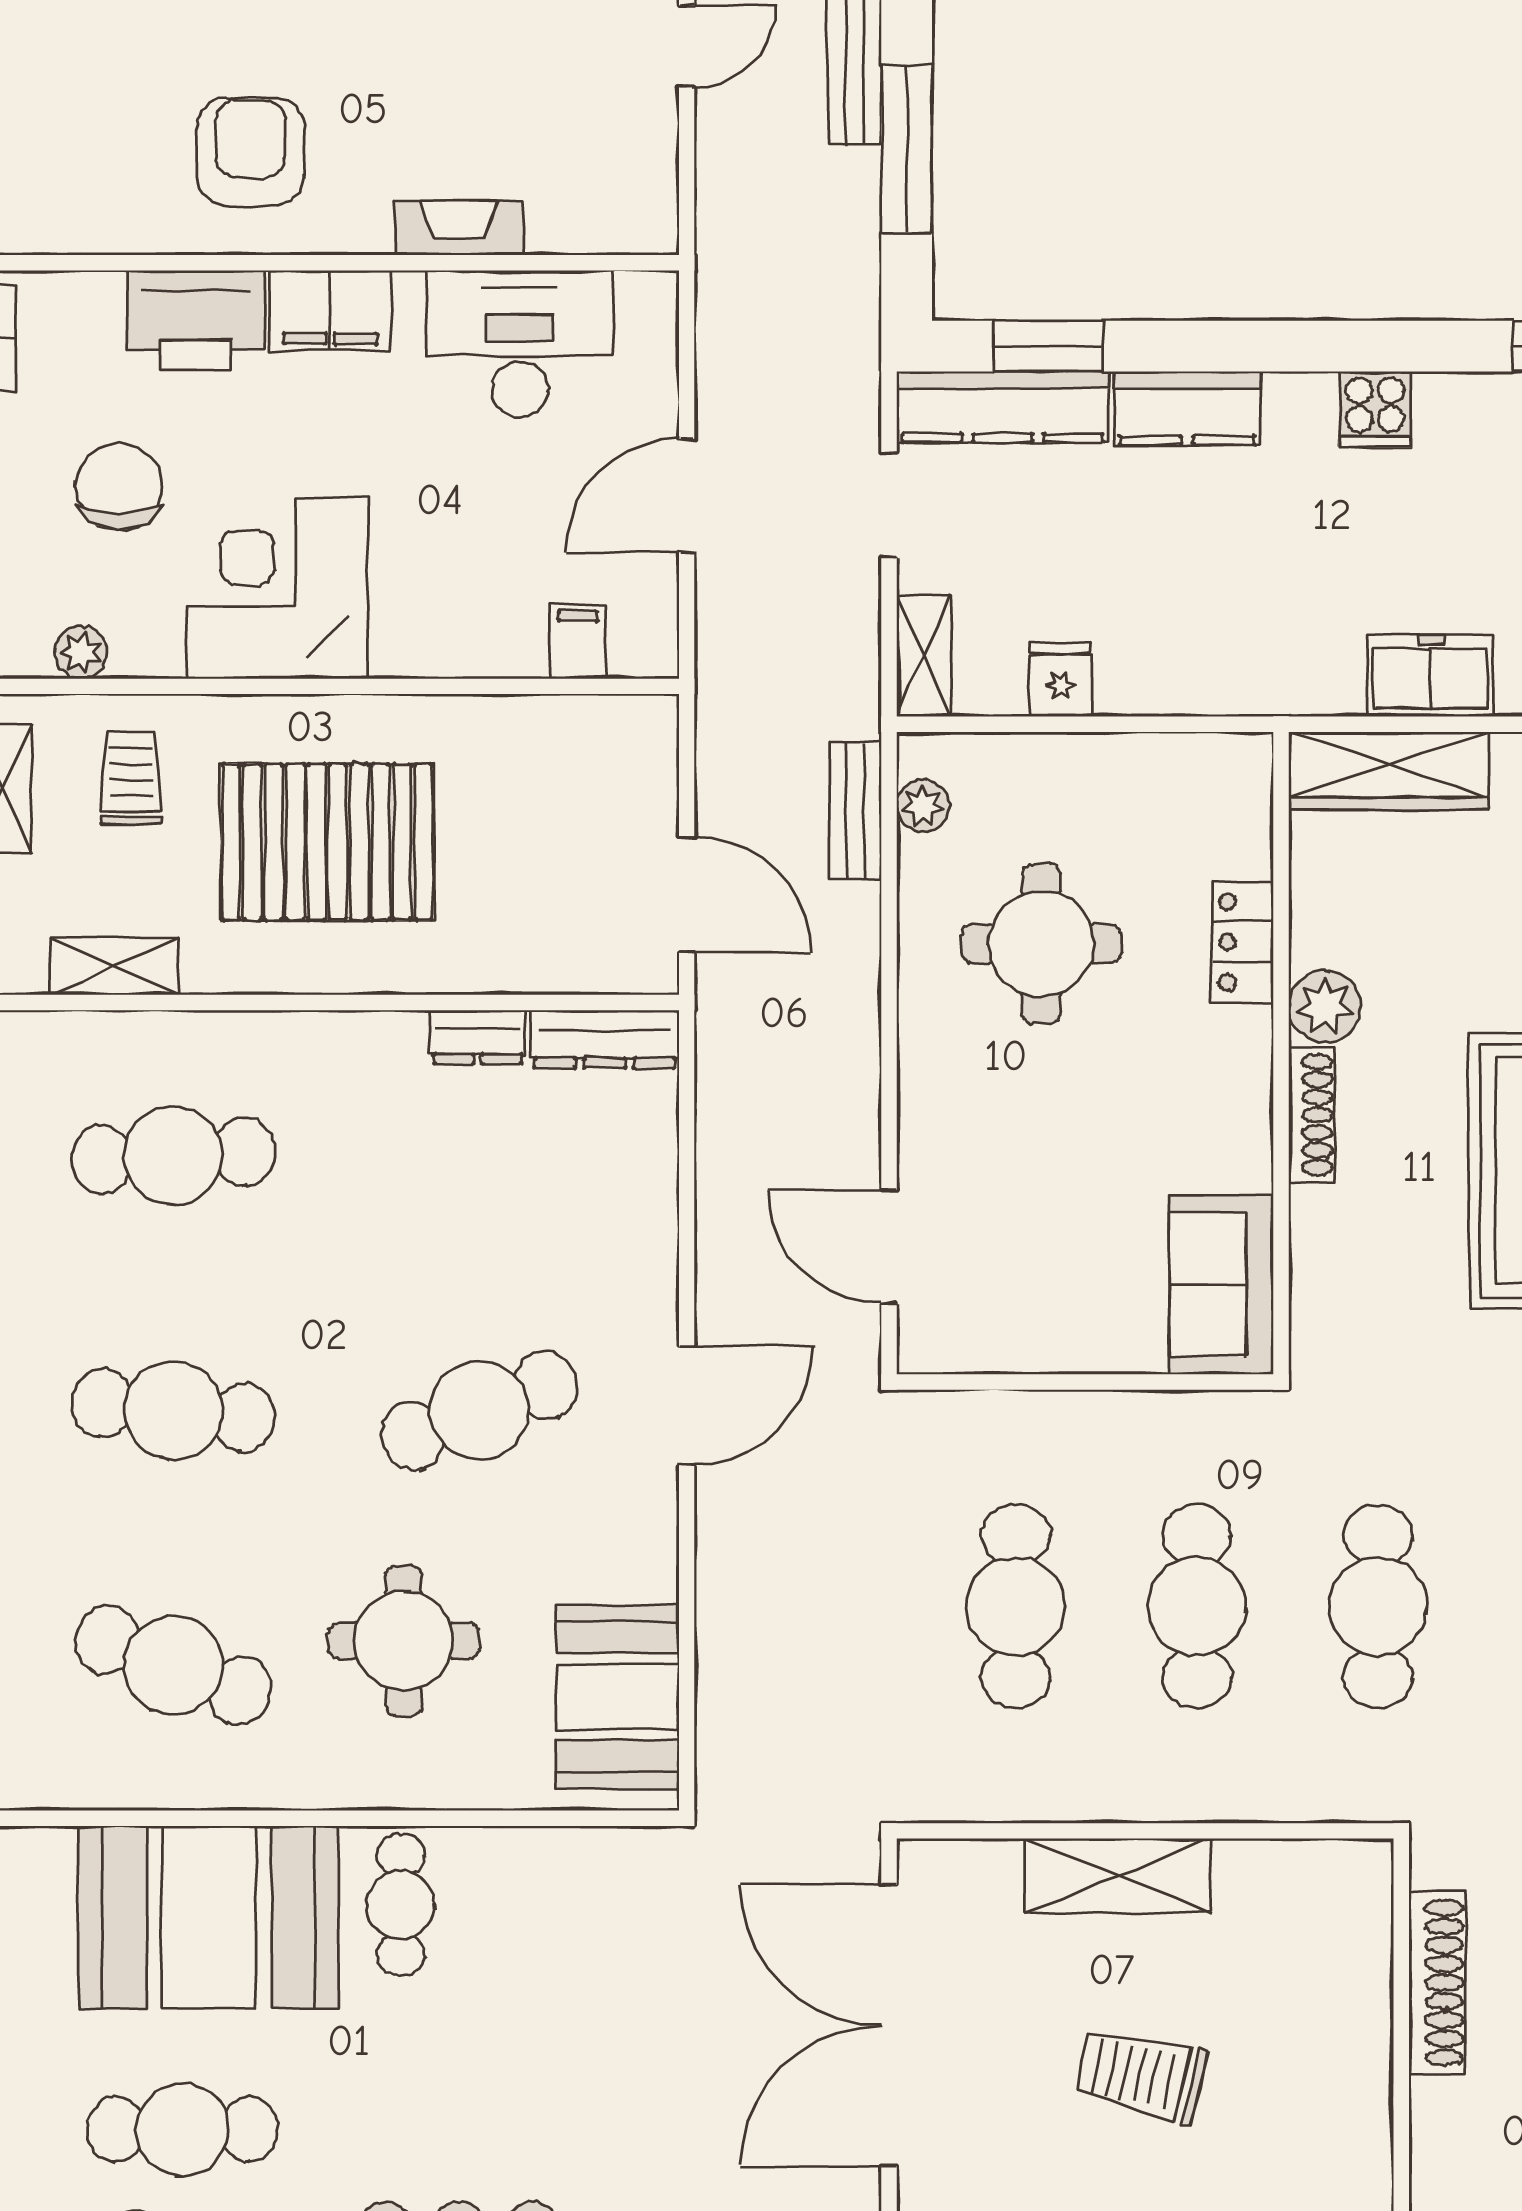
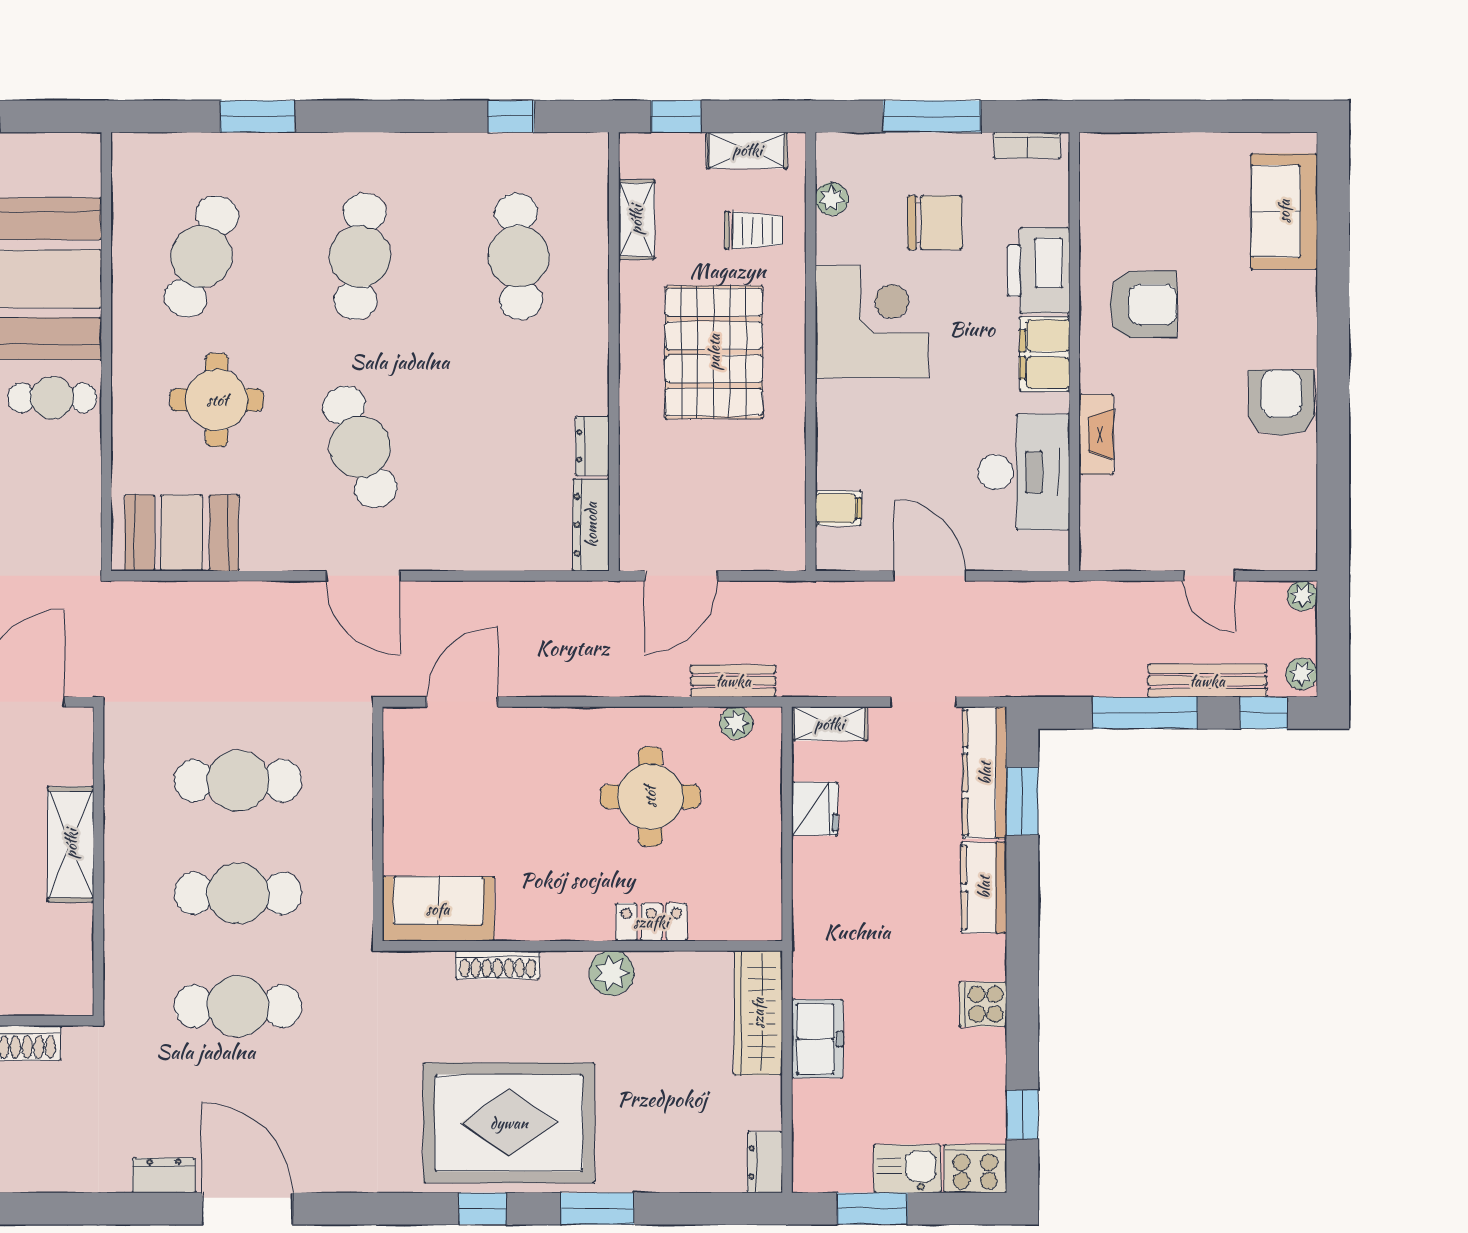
fridge: (1060, 680) -> (815, 809), width x1.38
shoe rack: (1311, 1115) -> (498, 965), moved

